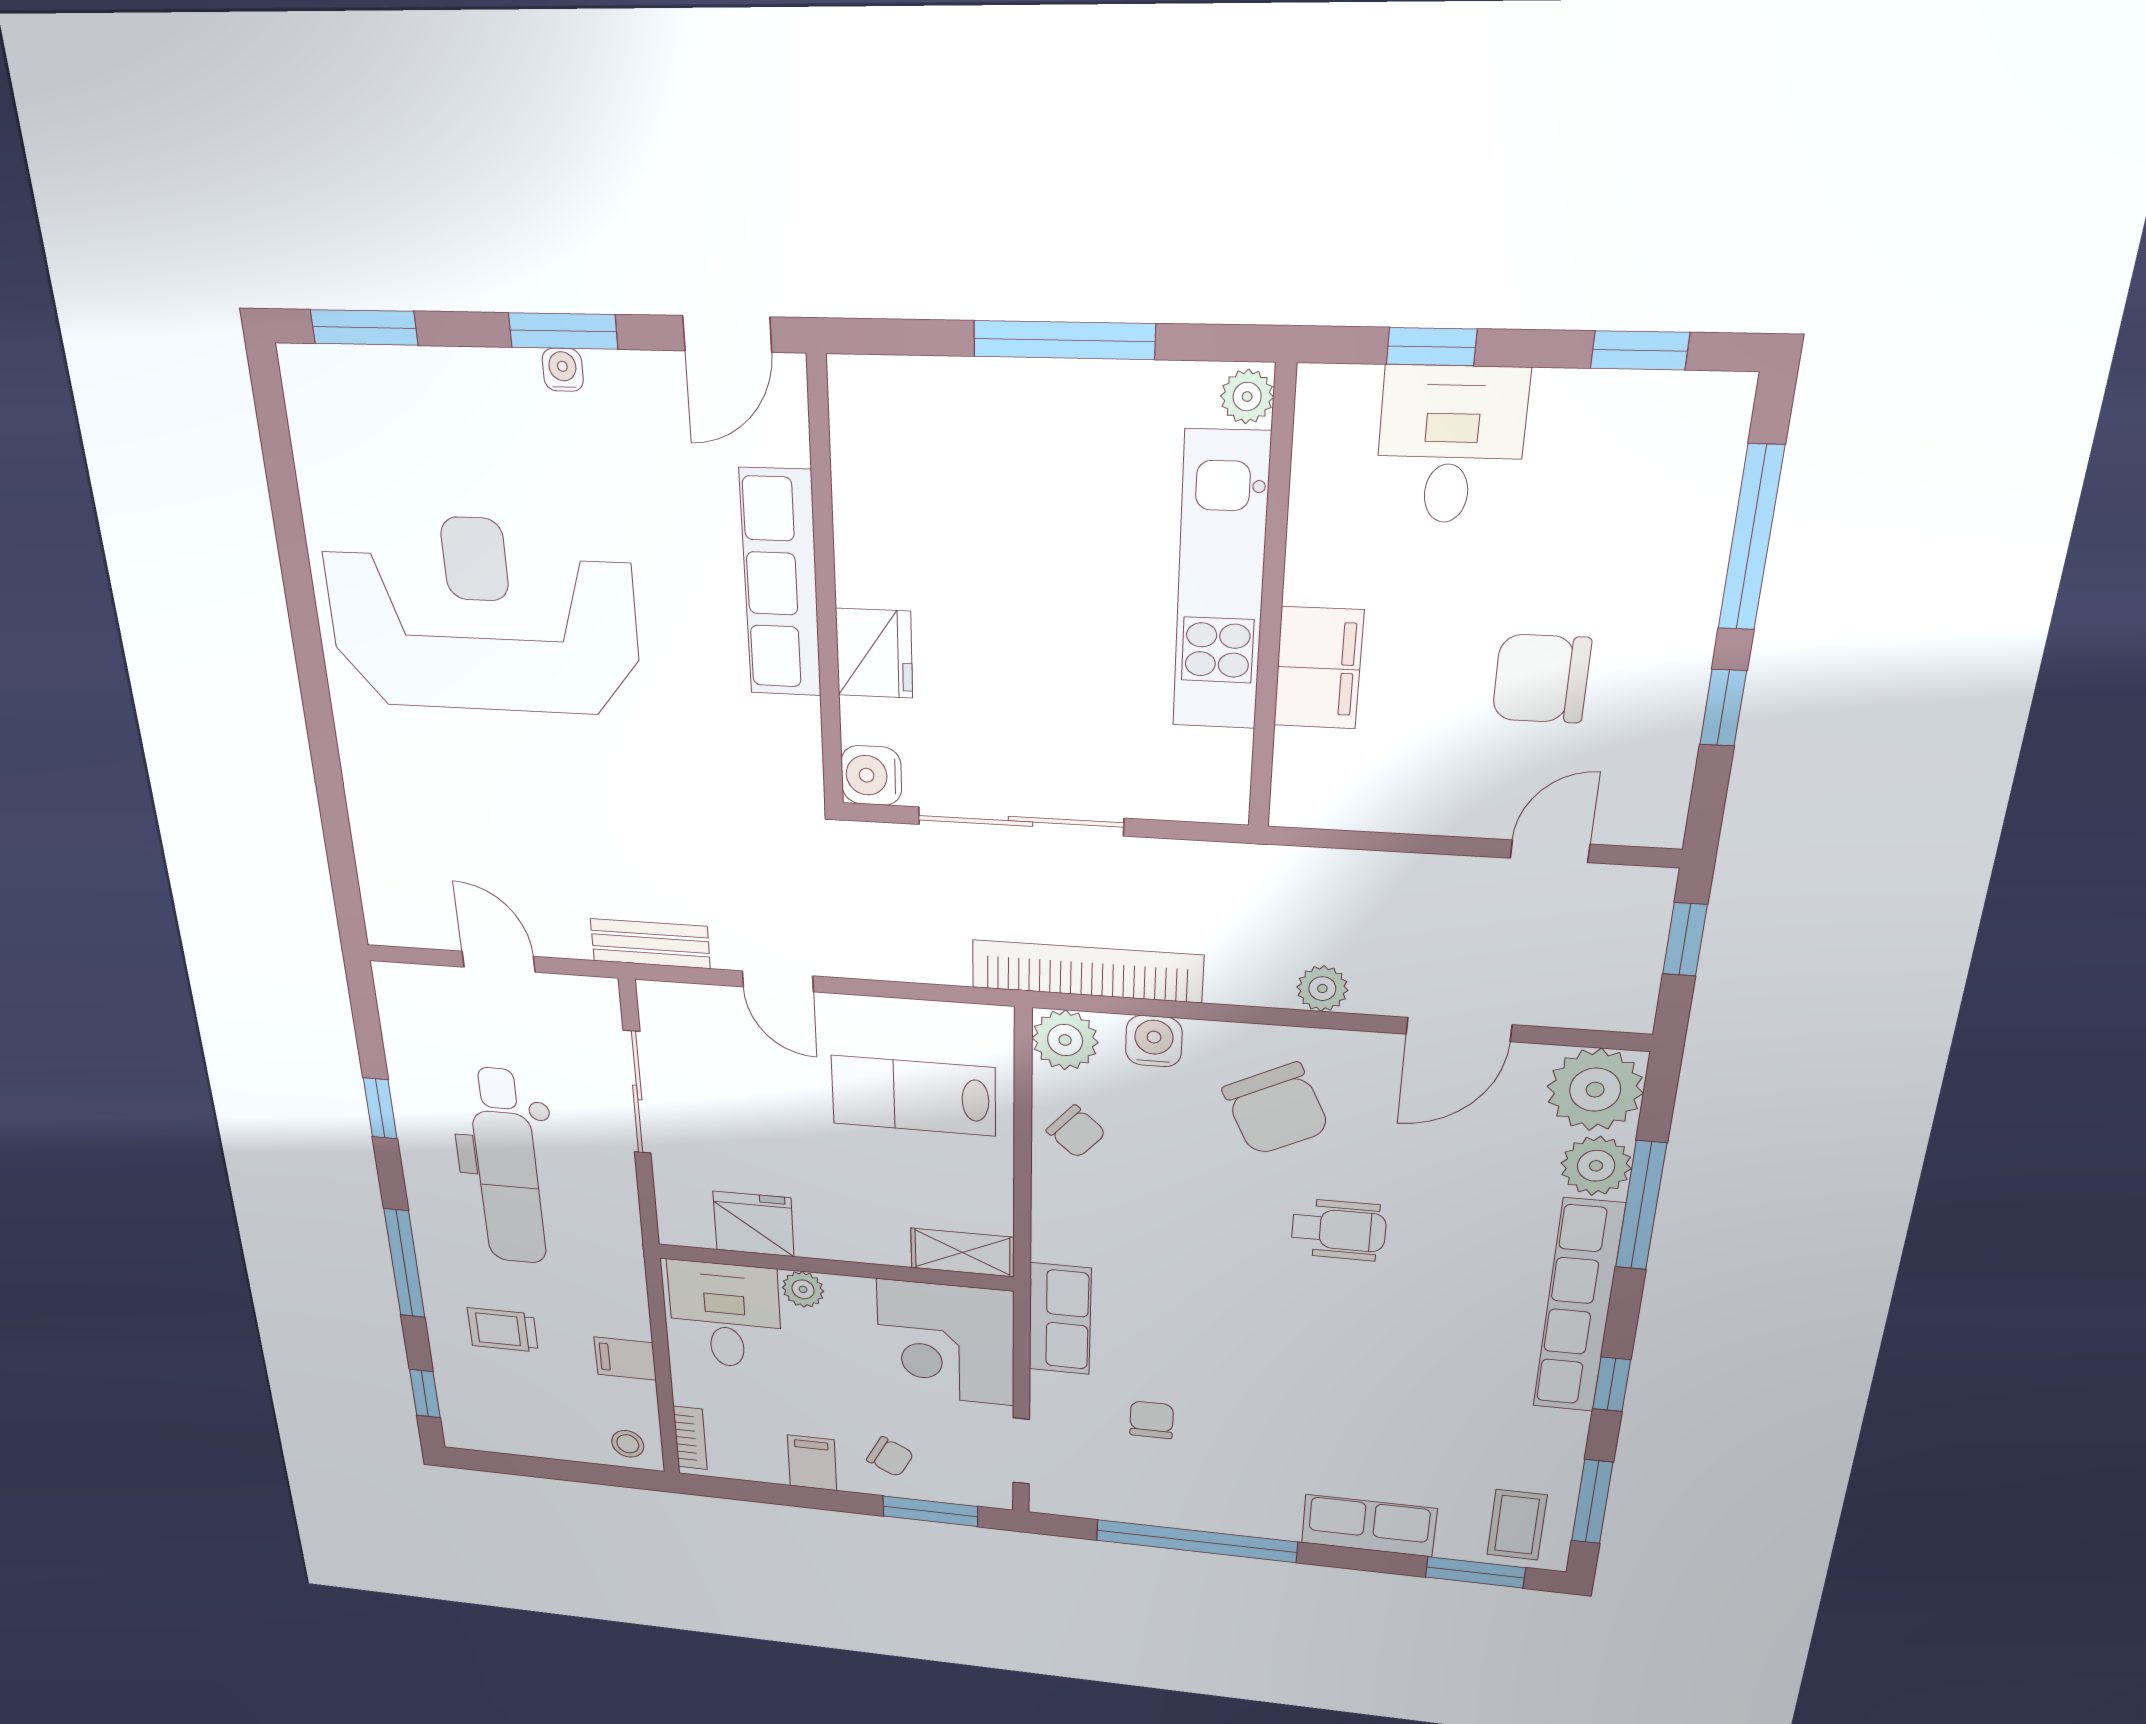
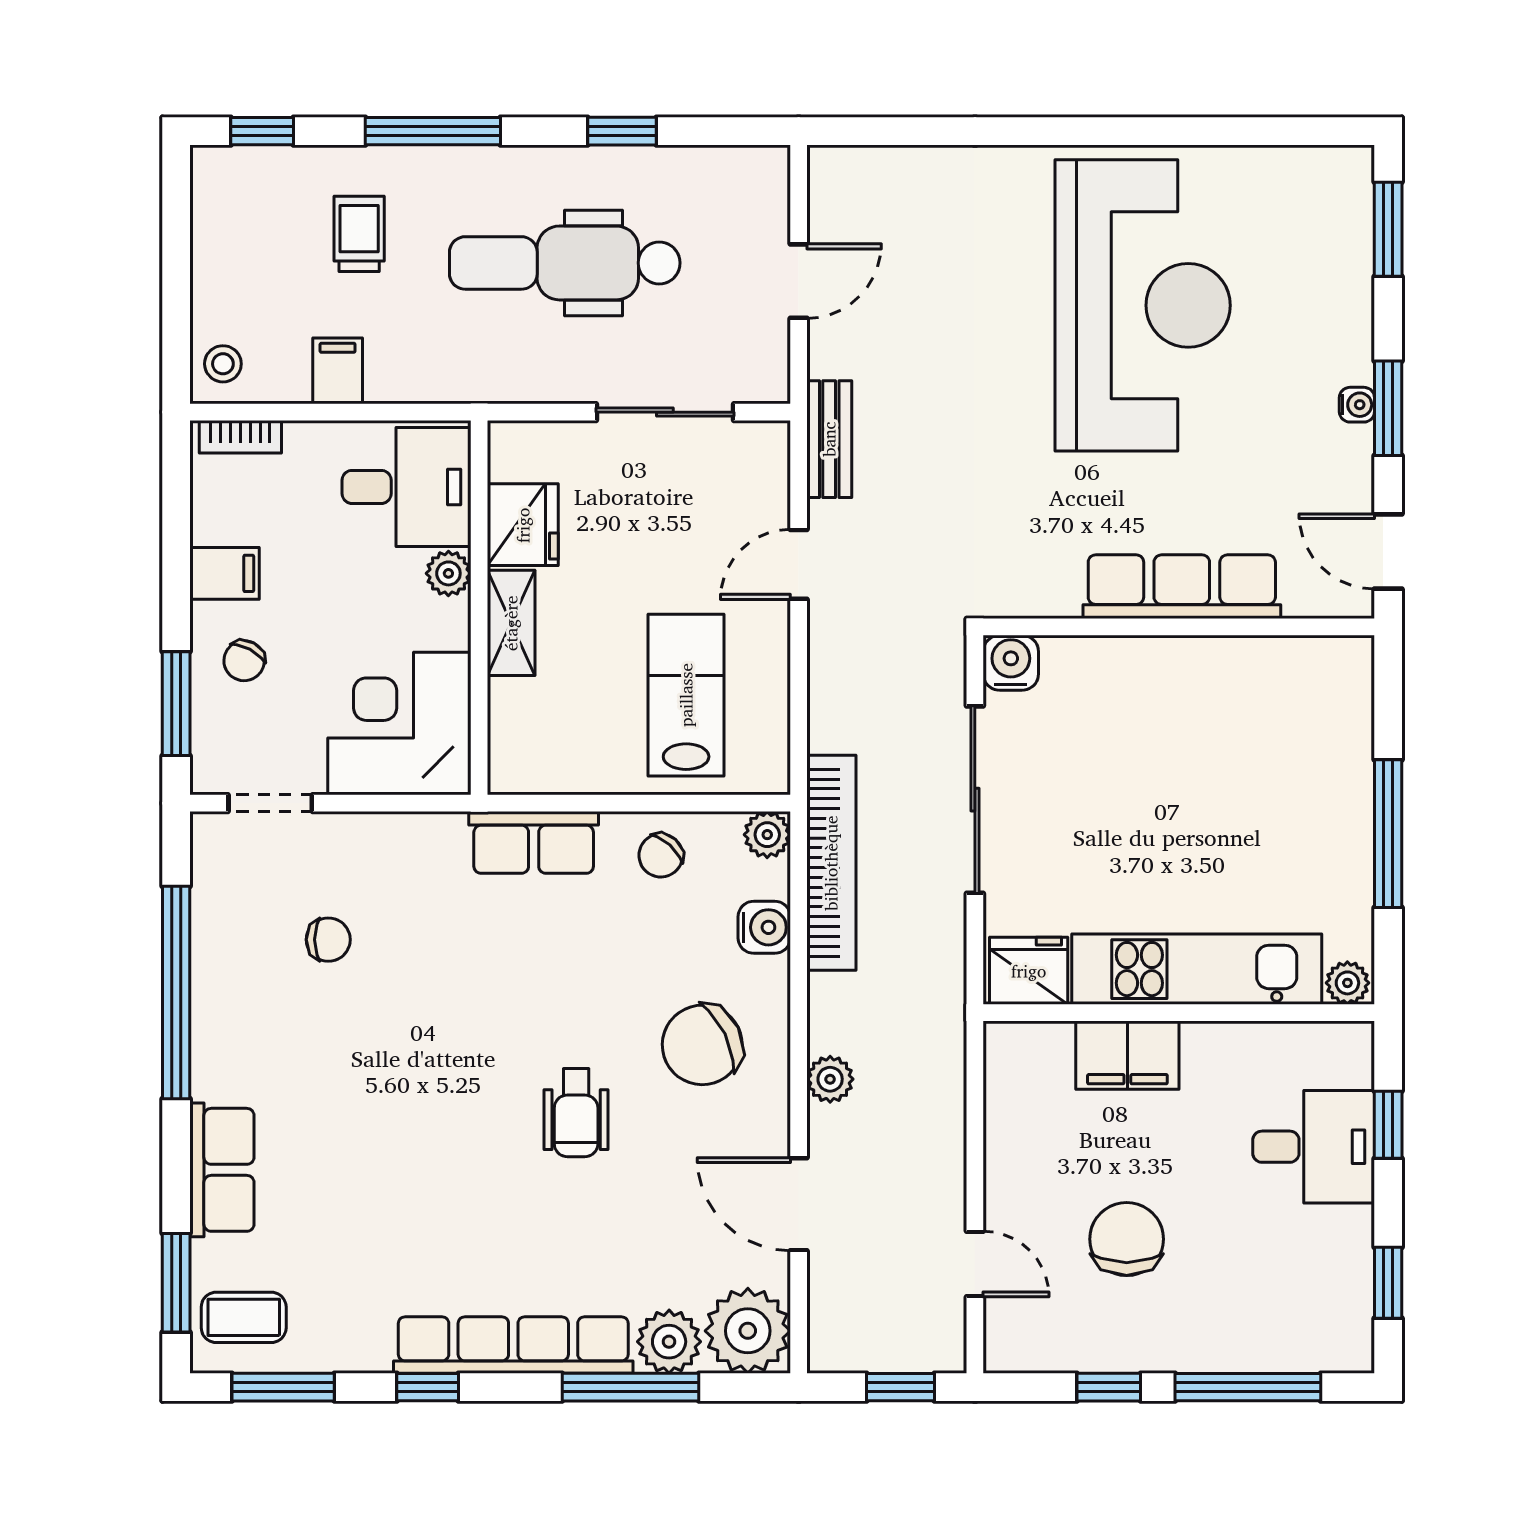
fridge: (874, 653) -> (1029, 971), moved, turned 180
plant: (1065, 1040) -> (767, 835), width x0.73, depth x0.73
shelving: (962, 1253) -> (511, 623), moved
row of seats: (1060, 1319) -> (534, 842), moved

